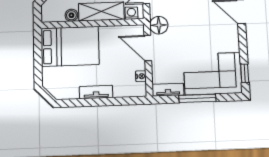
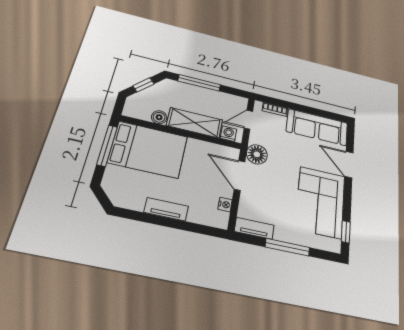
window: (38, 52) -> (107, 146), added
corner sofa: (213, 74) -> (320, 202), moved, turned -90

